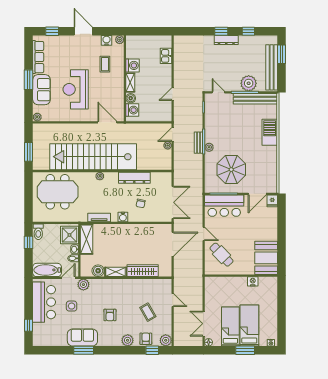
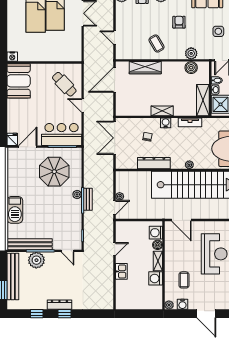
kitchen sink: (166, 56) -> (121, 271), moved
door: (173, 244) -> (115, 80), moved
shelving: (116, 272) -> (162, 111), moved
nightstand: (253, 281) -> (12, 57), moved
plant: (83, 285) -> (191, 53), moved
coffee table: (148, 312) -> (157, 44), moved

